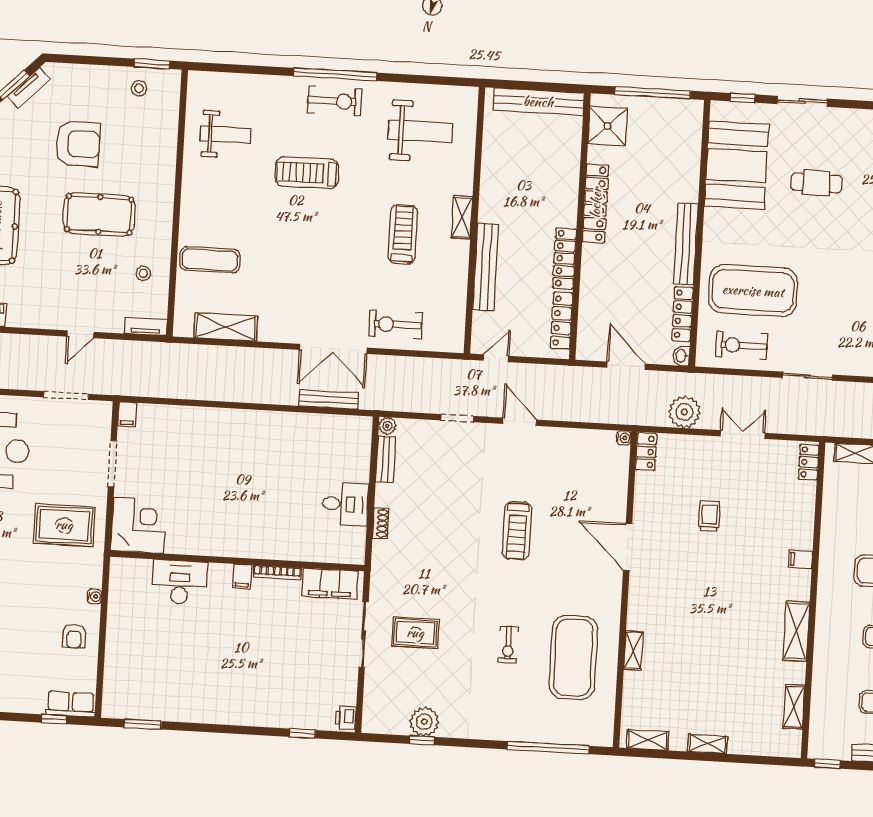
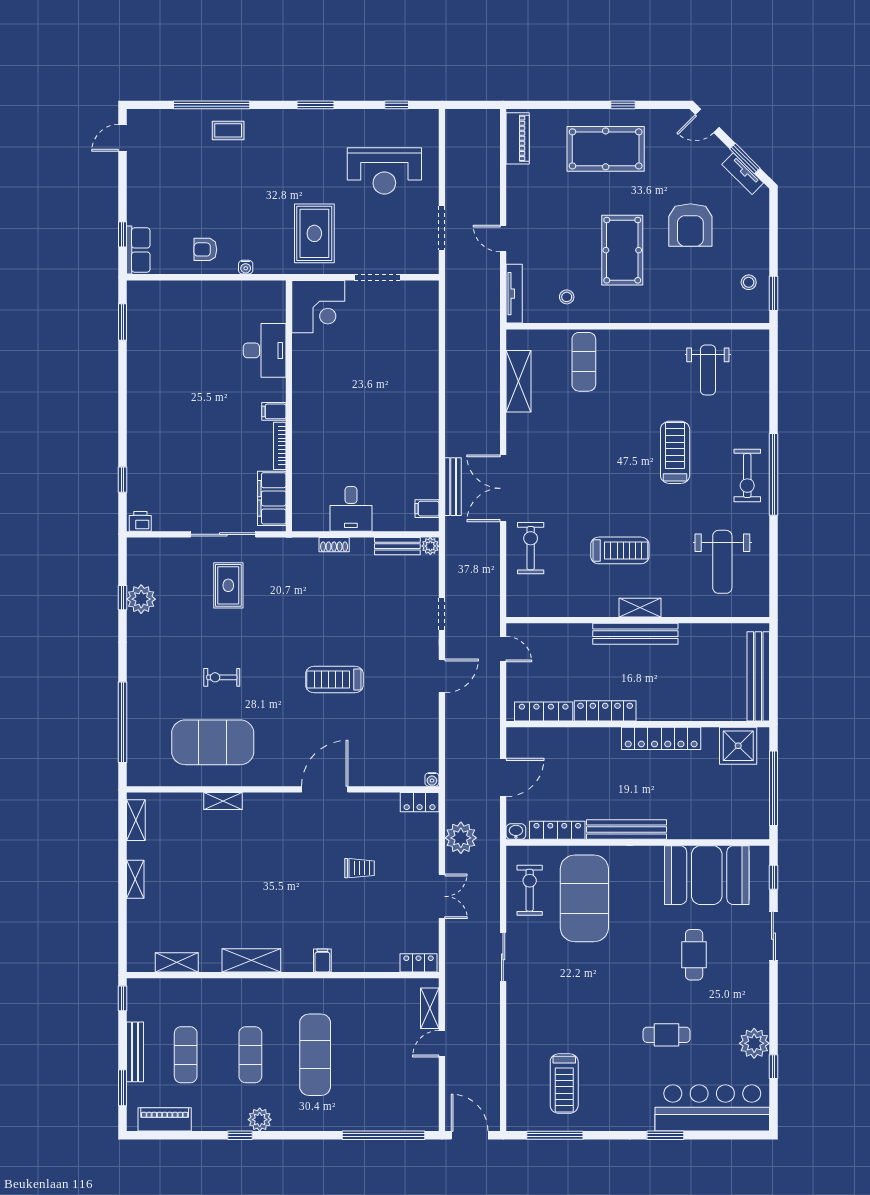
bench: (486, 267) -> (635, 634), moved
tv unit: (146, 327) -> (514, 294), width x1.41
filing cabinet: (127, 414) -> (427, 509), moved

